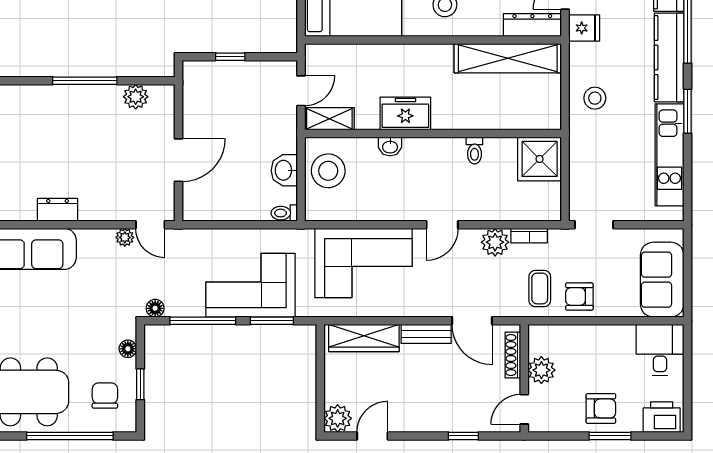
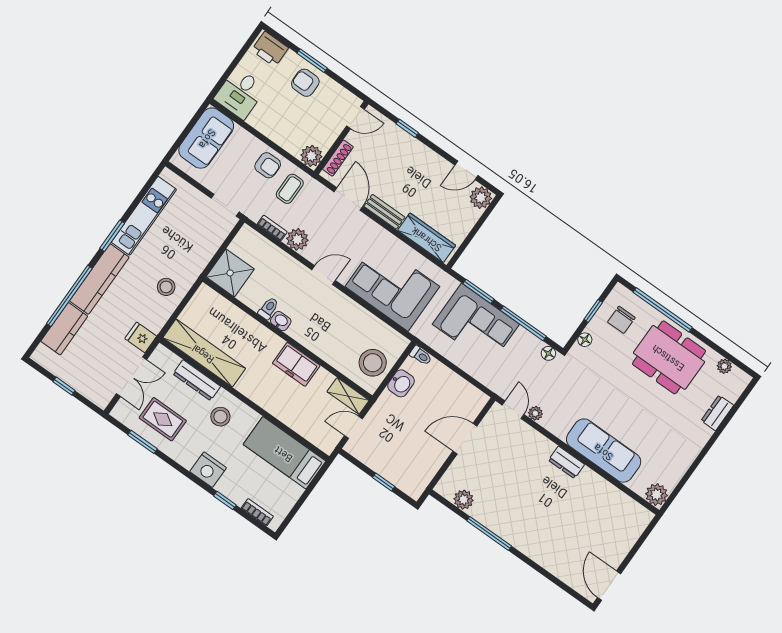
dresser: (532, 25) -> (197, 380), moved
washbasin: (390, 147) -> (281, 321), moved
plant: (541, 370) -> (311, 156), moved

